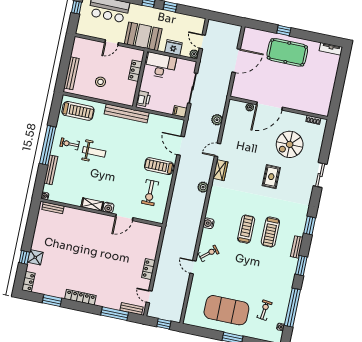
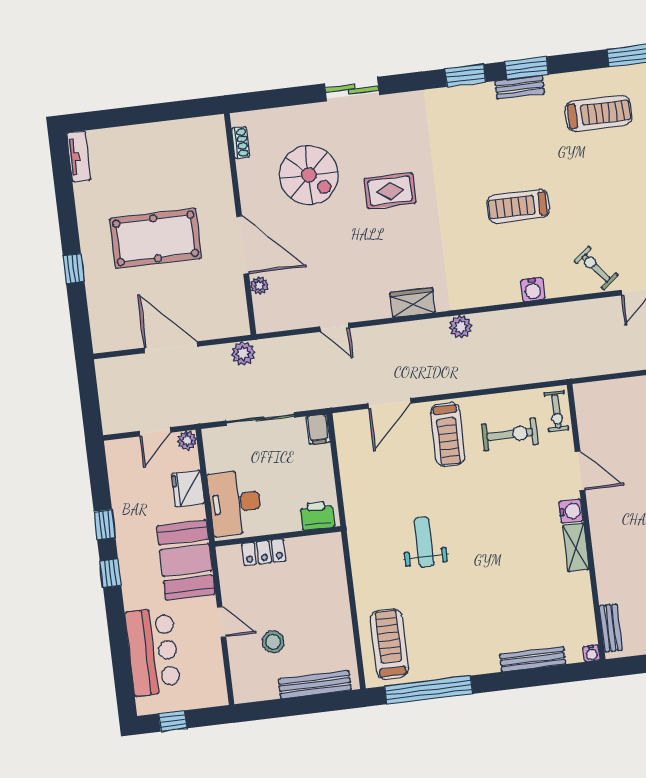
pool table: (287, 52) -> (156, 238), moved, turned 90
stool: (100, 82) -> (273, 642), moved
bench: (127, 113) -> (360, 540), removed
plant: (217, 120) -> (243, 353), moved
exercise bike: (70, 144) -> (556, 411), moved
window: (48, 145) -> (429, 690), moved
door: (218, 150) -> (334, 327), moved
weight bench: (94, 152) -> (424, 542), moved
treadmill: (270, 232) -> (599, 113), moved
window: (301, 266) -> (527, 68), moved

